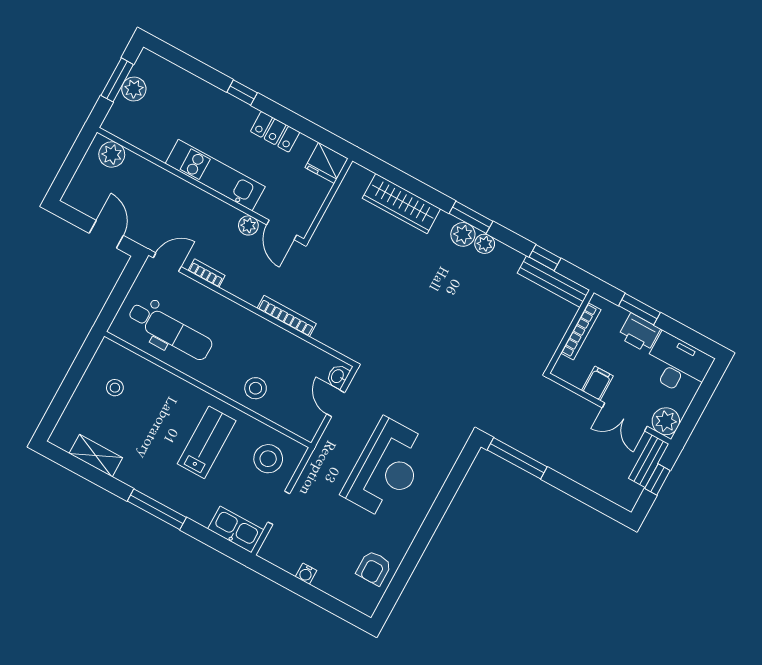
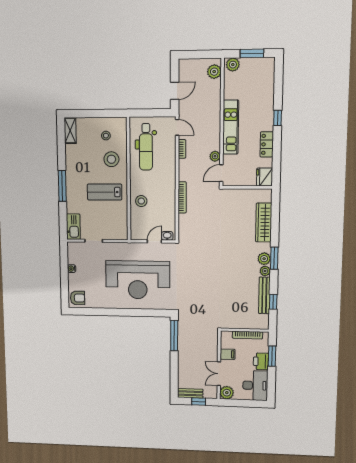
plant: (134, 89) -> (233, 65), moved
bench: (553, 282) -> (264, 295), moved
lab bench: (207, 442) -> (105, 192), turned 180
shelving: (96, 456) -> (70, 131), moved
stool: (268, 459) -> (111, 159), moved
bench: (649, 461) -> (190, 393), moved
reception desk: (386, 469) -> (138, 280), width x1.36, depth x1.30
armchair: (374, 568) -> (78, 298), moved, turned 180

